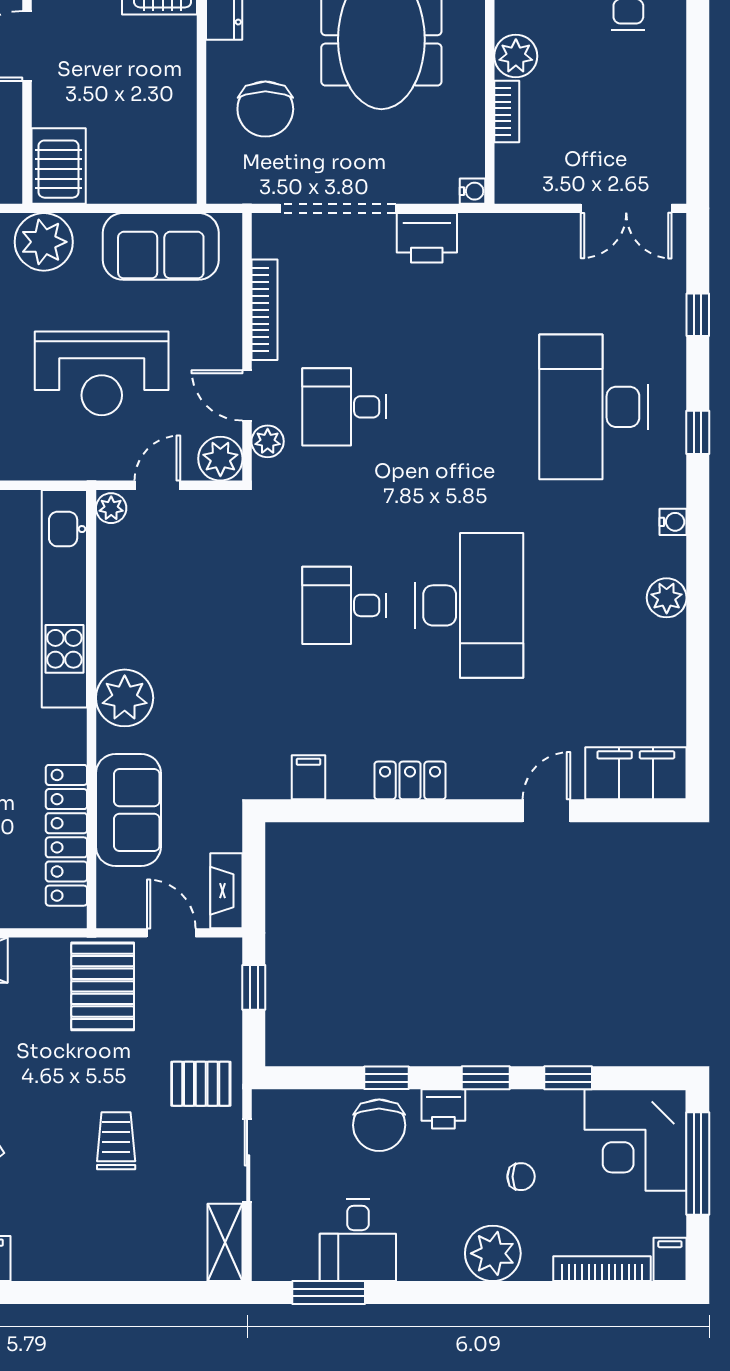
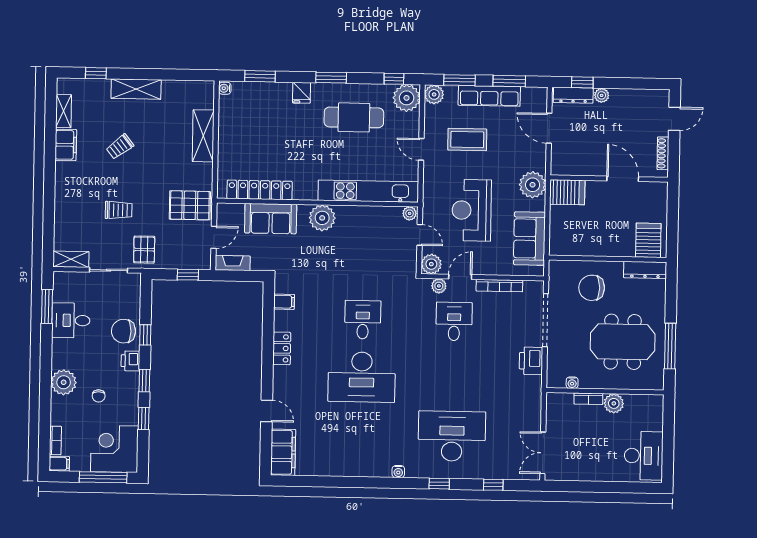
water cooler: (473, 191) -> (572, 383), moved
plant: (667, 598) -> (363, 468), removed
bookcase: (602, 1269) -> (55, 440), width x0.64

